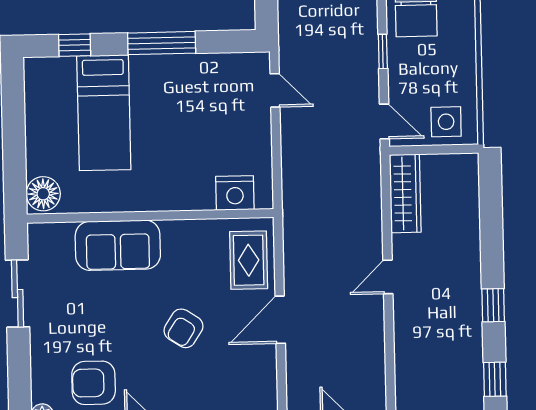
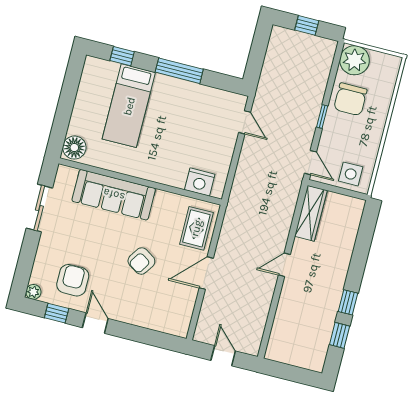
sofa: (118, 245) -> (114, 195), width x1.36
window: (495, 379) -> (340, 335), moved
armchair: (94, 383) -> (73, 280), turned 90

